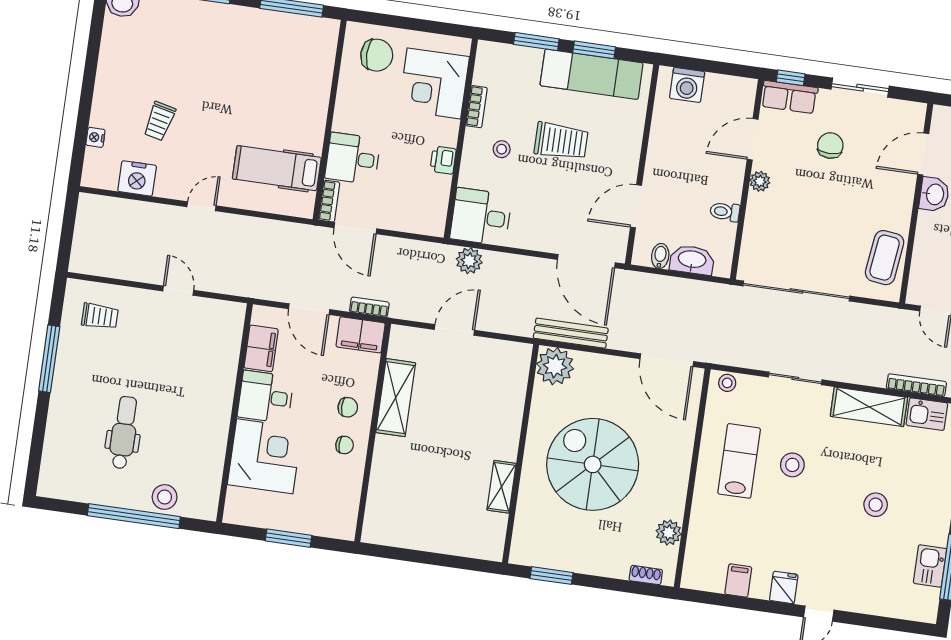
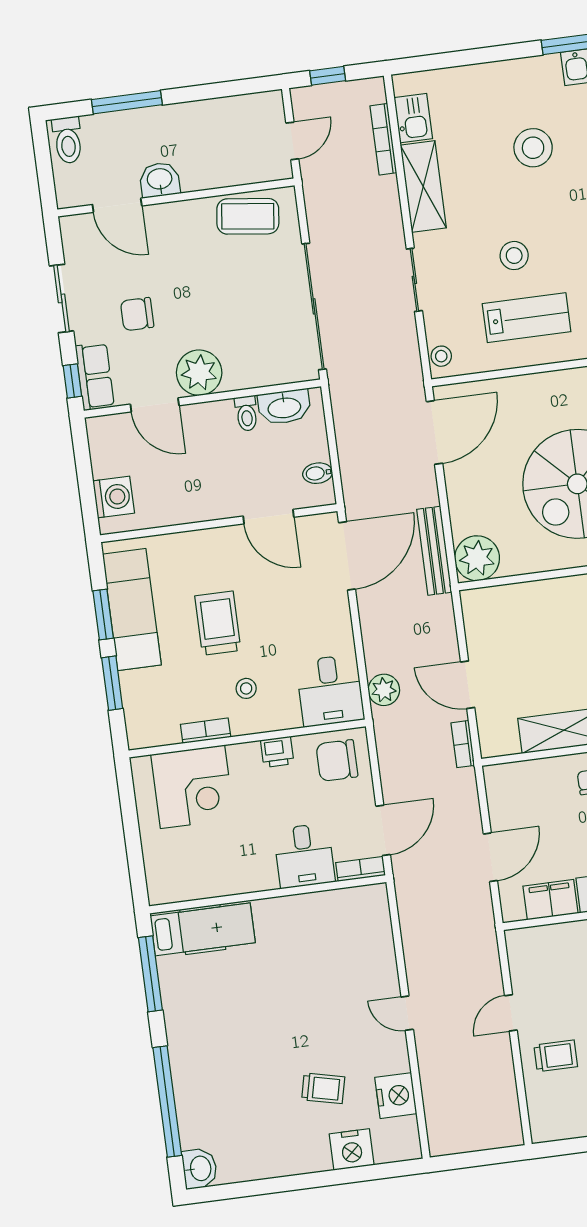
chair: (377, 55) -> (337, 760), moved, turned -90
nightstand: (95, 137) -> (352, 1149), width x1.89, depth x1.79
hospital bed: (277, 168) -> (203, 929), moved, turned -90
plant: (760, 181) -> (199, 373), width x1.87, depth x1.87
washbasin: (692, 260) -> (284, 407), moved, turned -90
bookcase: (369, 307) -> (463, 744), moved
trolley: (100, 316) -> (556, 1056), moved, turned 90
filing cabinet: (361, 335) -> (503, 790), removed
lab bench: (739, 461) -> (527, 318), turned 180
stool: (876, 505) -> (533, 148), width x1.38, depth x1.38

